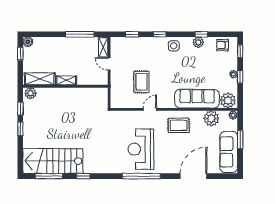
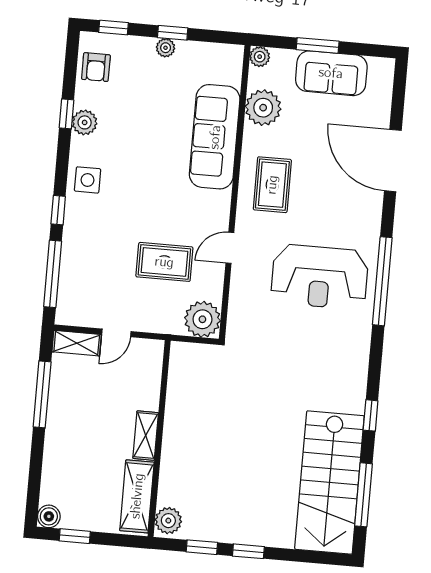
window: (132, 34) -> (53, 274), width x2.17
plant: (228, 100) -> (202, 319), moved
door: (150, 109) -> (230, 248), hinge flipped
sofa: (229, 152) -> (331, 73), width x0.73

